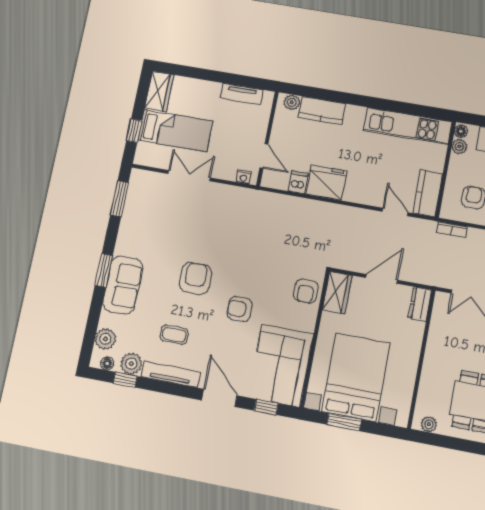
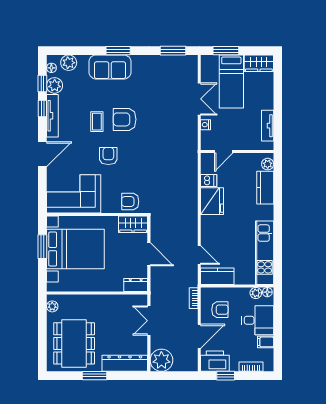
window: (134, 131) -> (226, 51), width x1.50
nightstand: (244, 177) -> (205, 125), moved
door: (395, 212) -> (199, 255), hinge flipped
armchair: (196, 278) -> (125, 119), turned 180
coffee table: (174, 335) -> (97, 122), moved
window: (266, 407) -> (42, 109), moved

